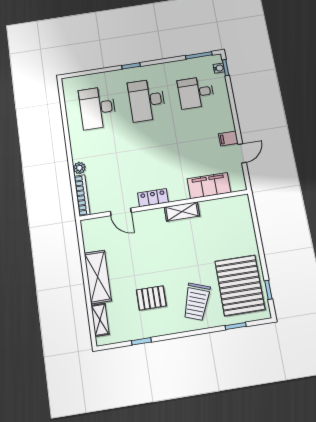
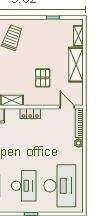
desk: (98, 108) -> (60, 186), width x1.36, depth x1.30
door: (121, 212) -> (67, 107), moved
pallet: (151, 298) -> (43, 78), moved, turned 90

